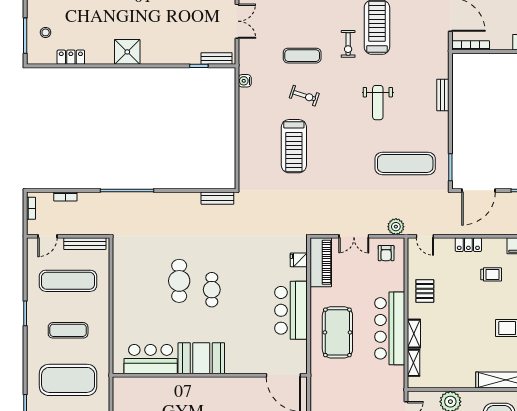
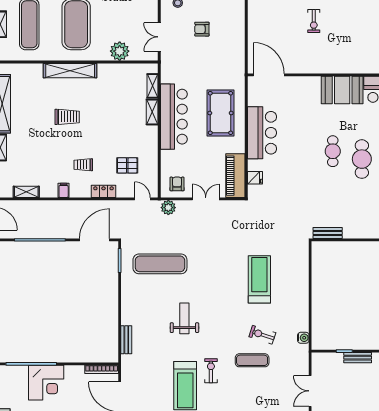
bench: (217, 59) -> (358, 358), moved
bench: (443, 95) -> (126, 340), moved
exercise bike: (304, 96) -> (262, 335), moved
pallet: (425, 291) -> (127, 165), moved, turned 90

